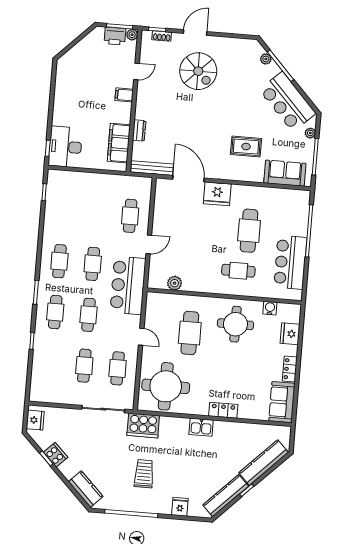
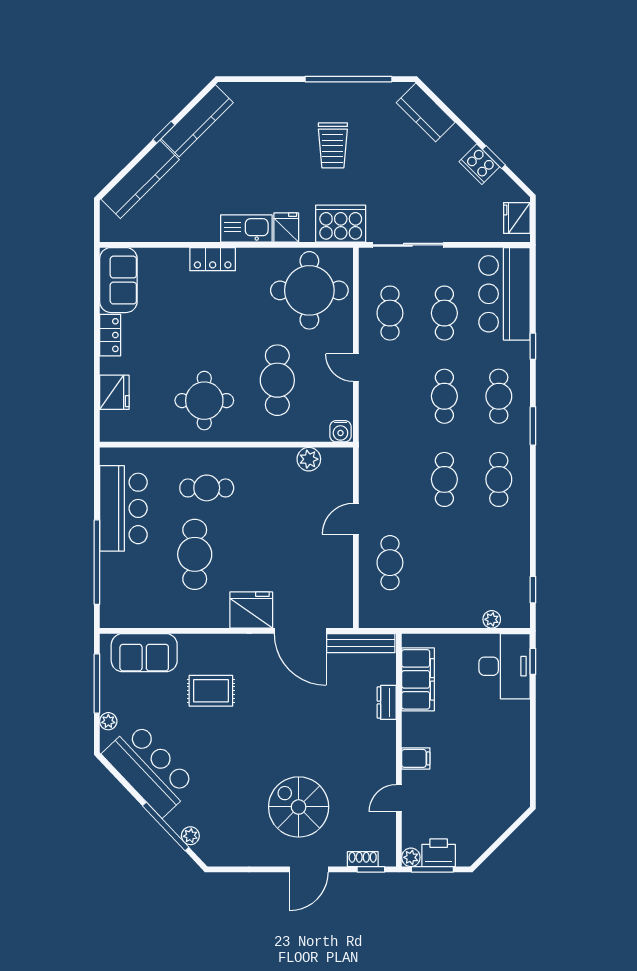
plant: (71, 176) -> (492, 619), added
bar counter: (128, 285) -> (505, 294), moved, turned 180
water cooler: (270, 308) -> (340, 431), moved
kitchen sink: (201, 427) -> (246, 229), width x1.38
fridge: (180, 507) -> (286, 227), moved, turned 180

